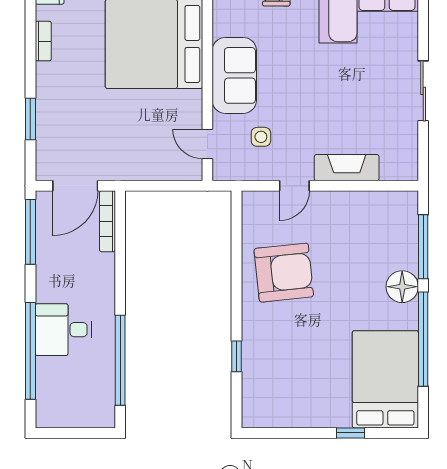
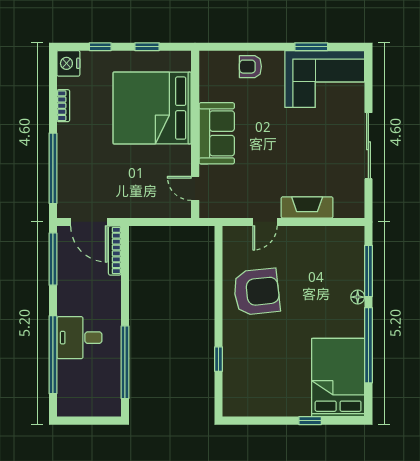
sliding door: (423, 91) -> (368, 146), width x1.37
window: (30, 119) -> (53, 168), width x2.11
side table: (261, 137) -> (238, 183), removed
door: (75, 186) -> (89, 222), hinge flipped
floor lamp: (402, 287) -> (358, 297), width x0.53, depth x0.53

